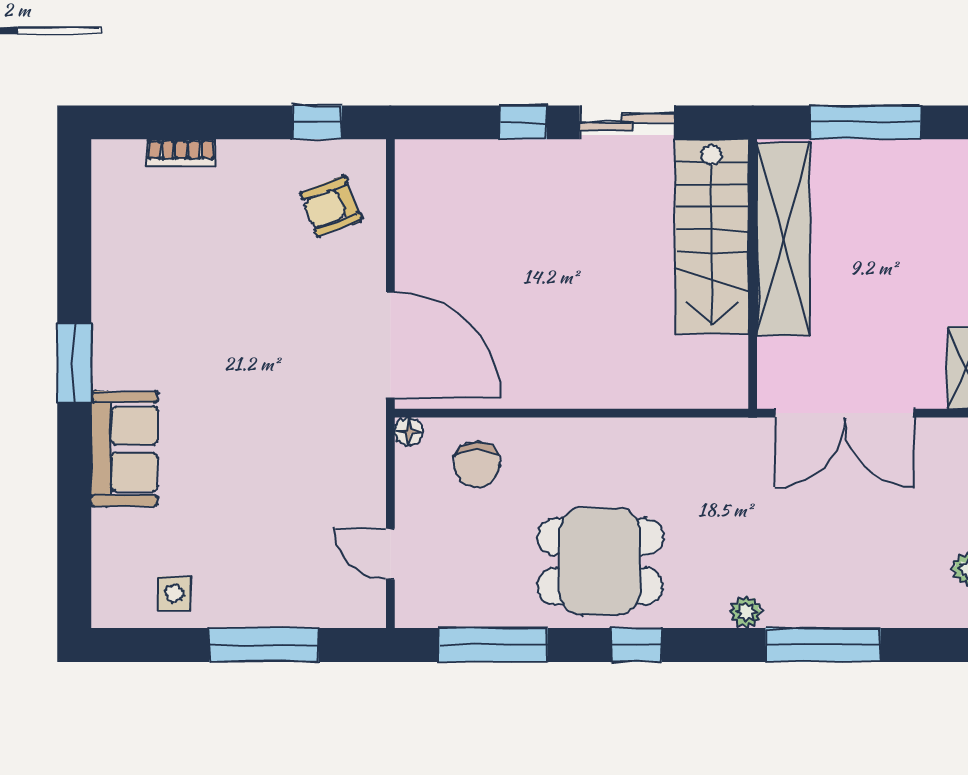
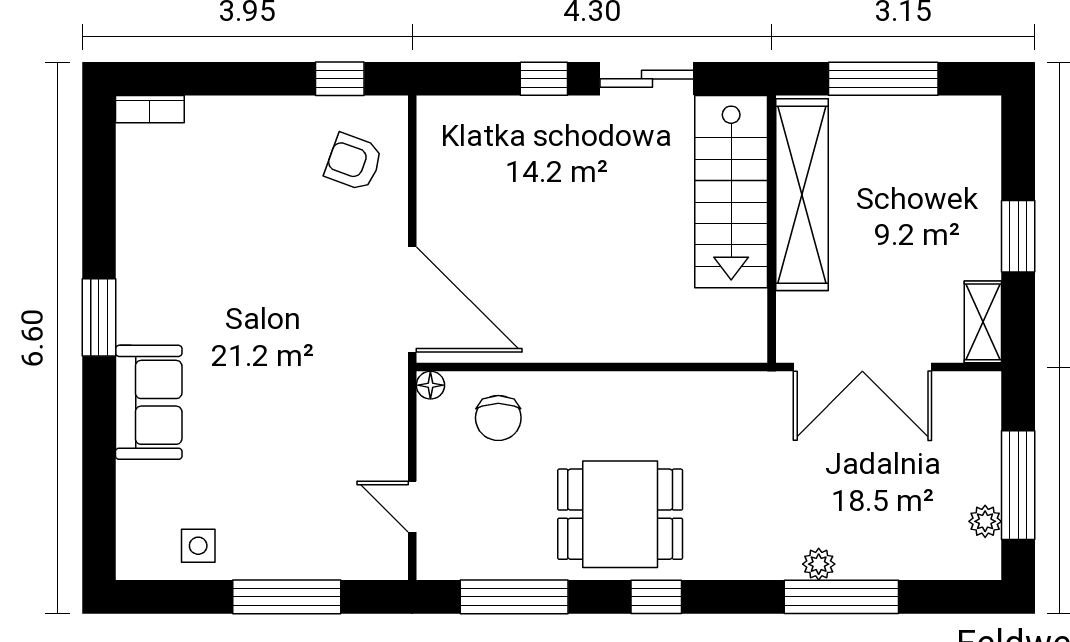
bookcase: (181, 153) -> (150, 109), moved
armchair: (331, 206) -> (354, 162), turned 41
plant: (746, 612) -> (819, 564), moved

